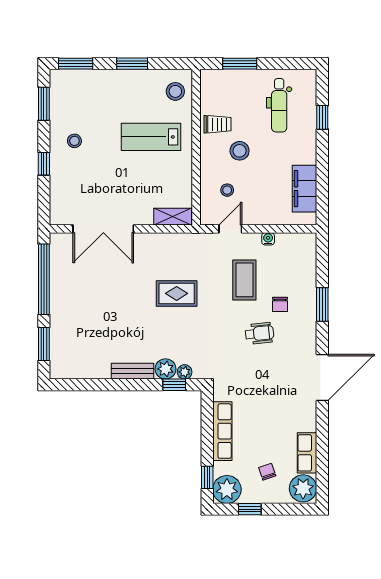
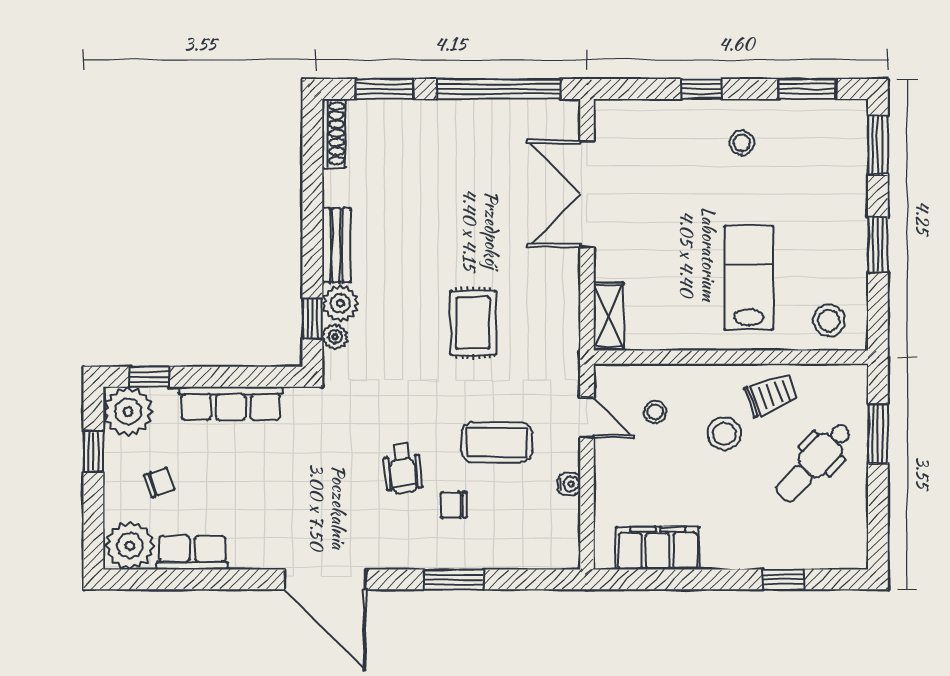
dental chair: (279, 105) -> (814, 462), moved, turned -47
trolley: (217, 124) -> (771, 395), turned -110
shoe rack: (69, 373) -> (334, 133), added

